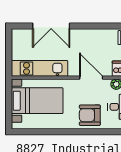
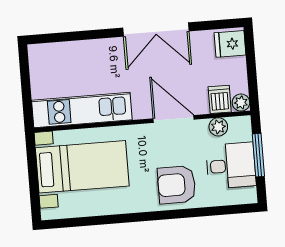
double door: (51, 26) -> (156, 30), moved

